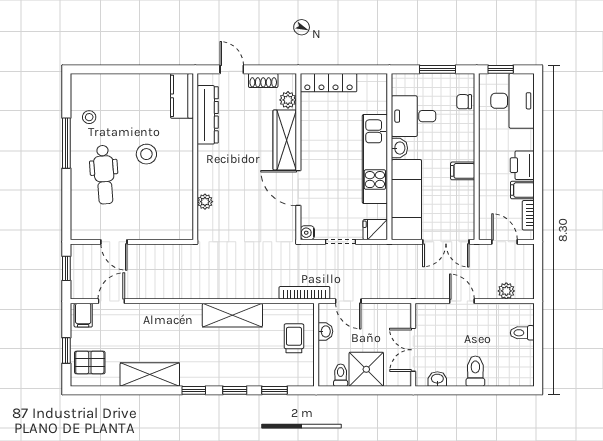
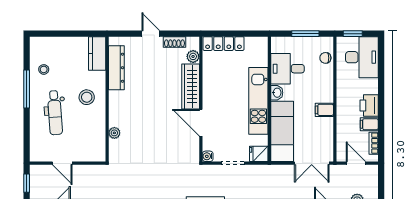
kitchen counter: (182, 96) -> (97, 53), moved
dresser: (208, 115) -> (116, 68), moved
wall: (195, 157) -> (107, 99), moved
plant: (205, 202) -> (114, 133), moved

